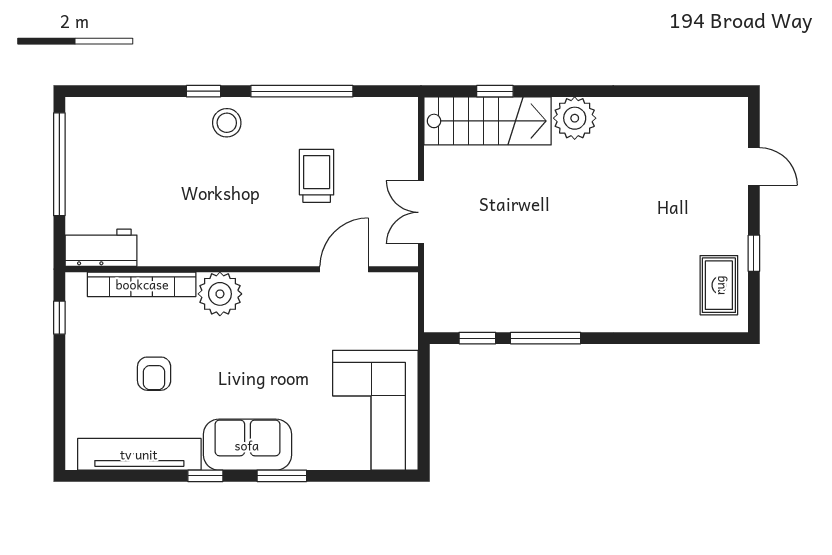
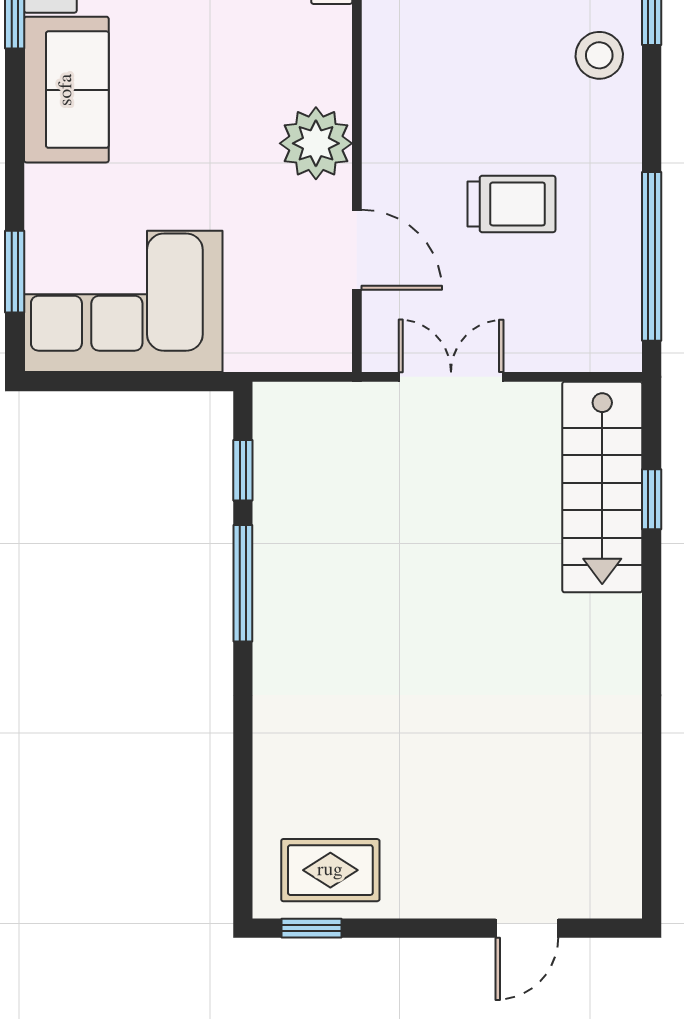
window: (302, 91) -> (652, 256), moved
plant: (575, 118) -> (607, 631), removed
window: (754, 253) -> (311, 928), moved
plant: (220, 294) -> (316, 143), moved
window: (282, 476) -> (15, 272), moved

